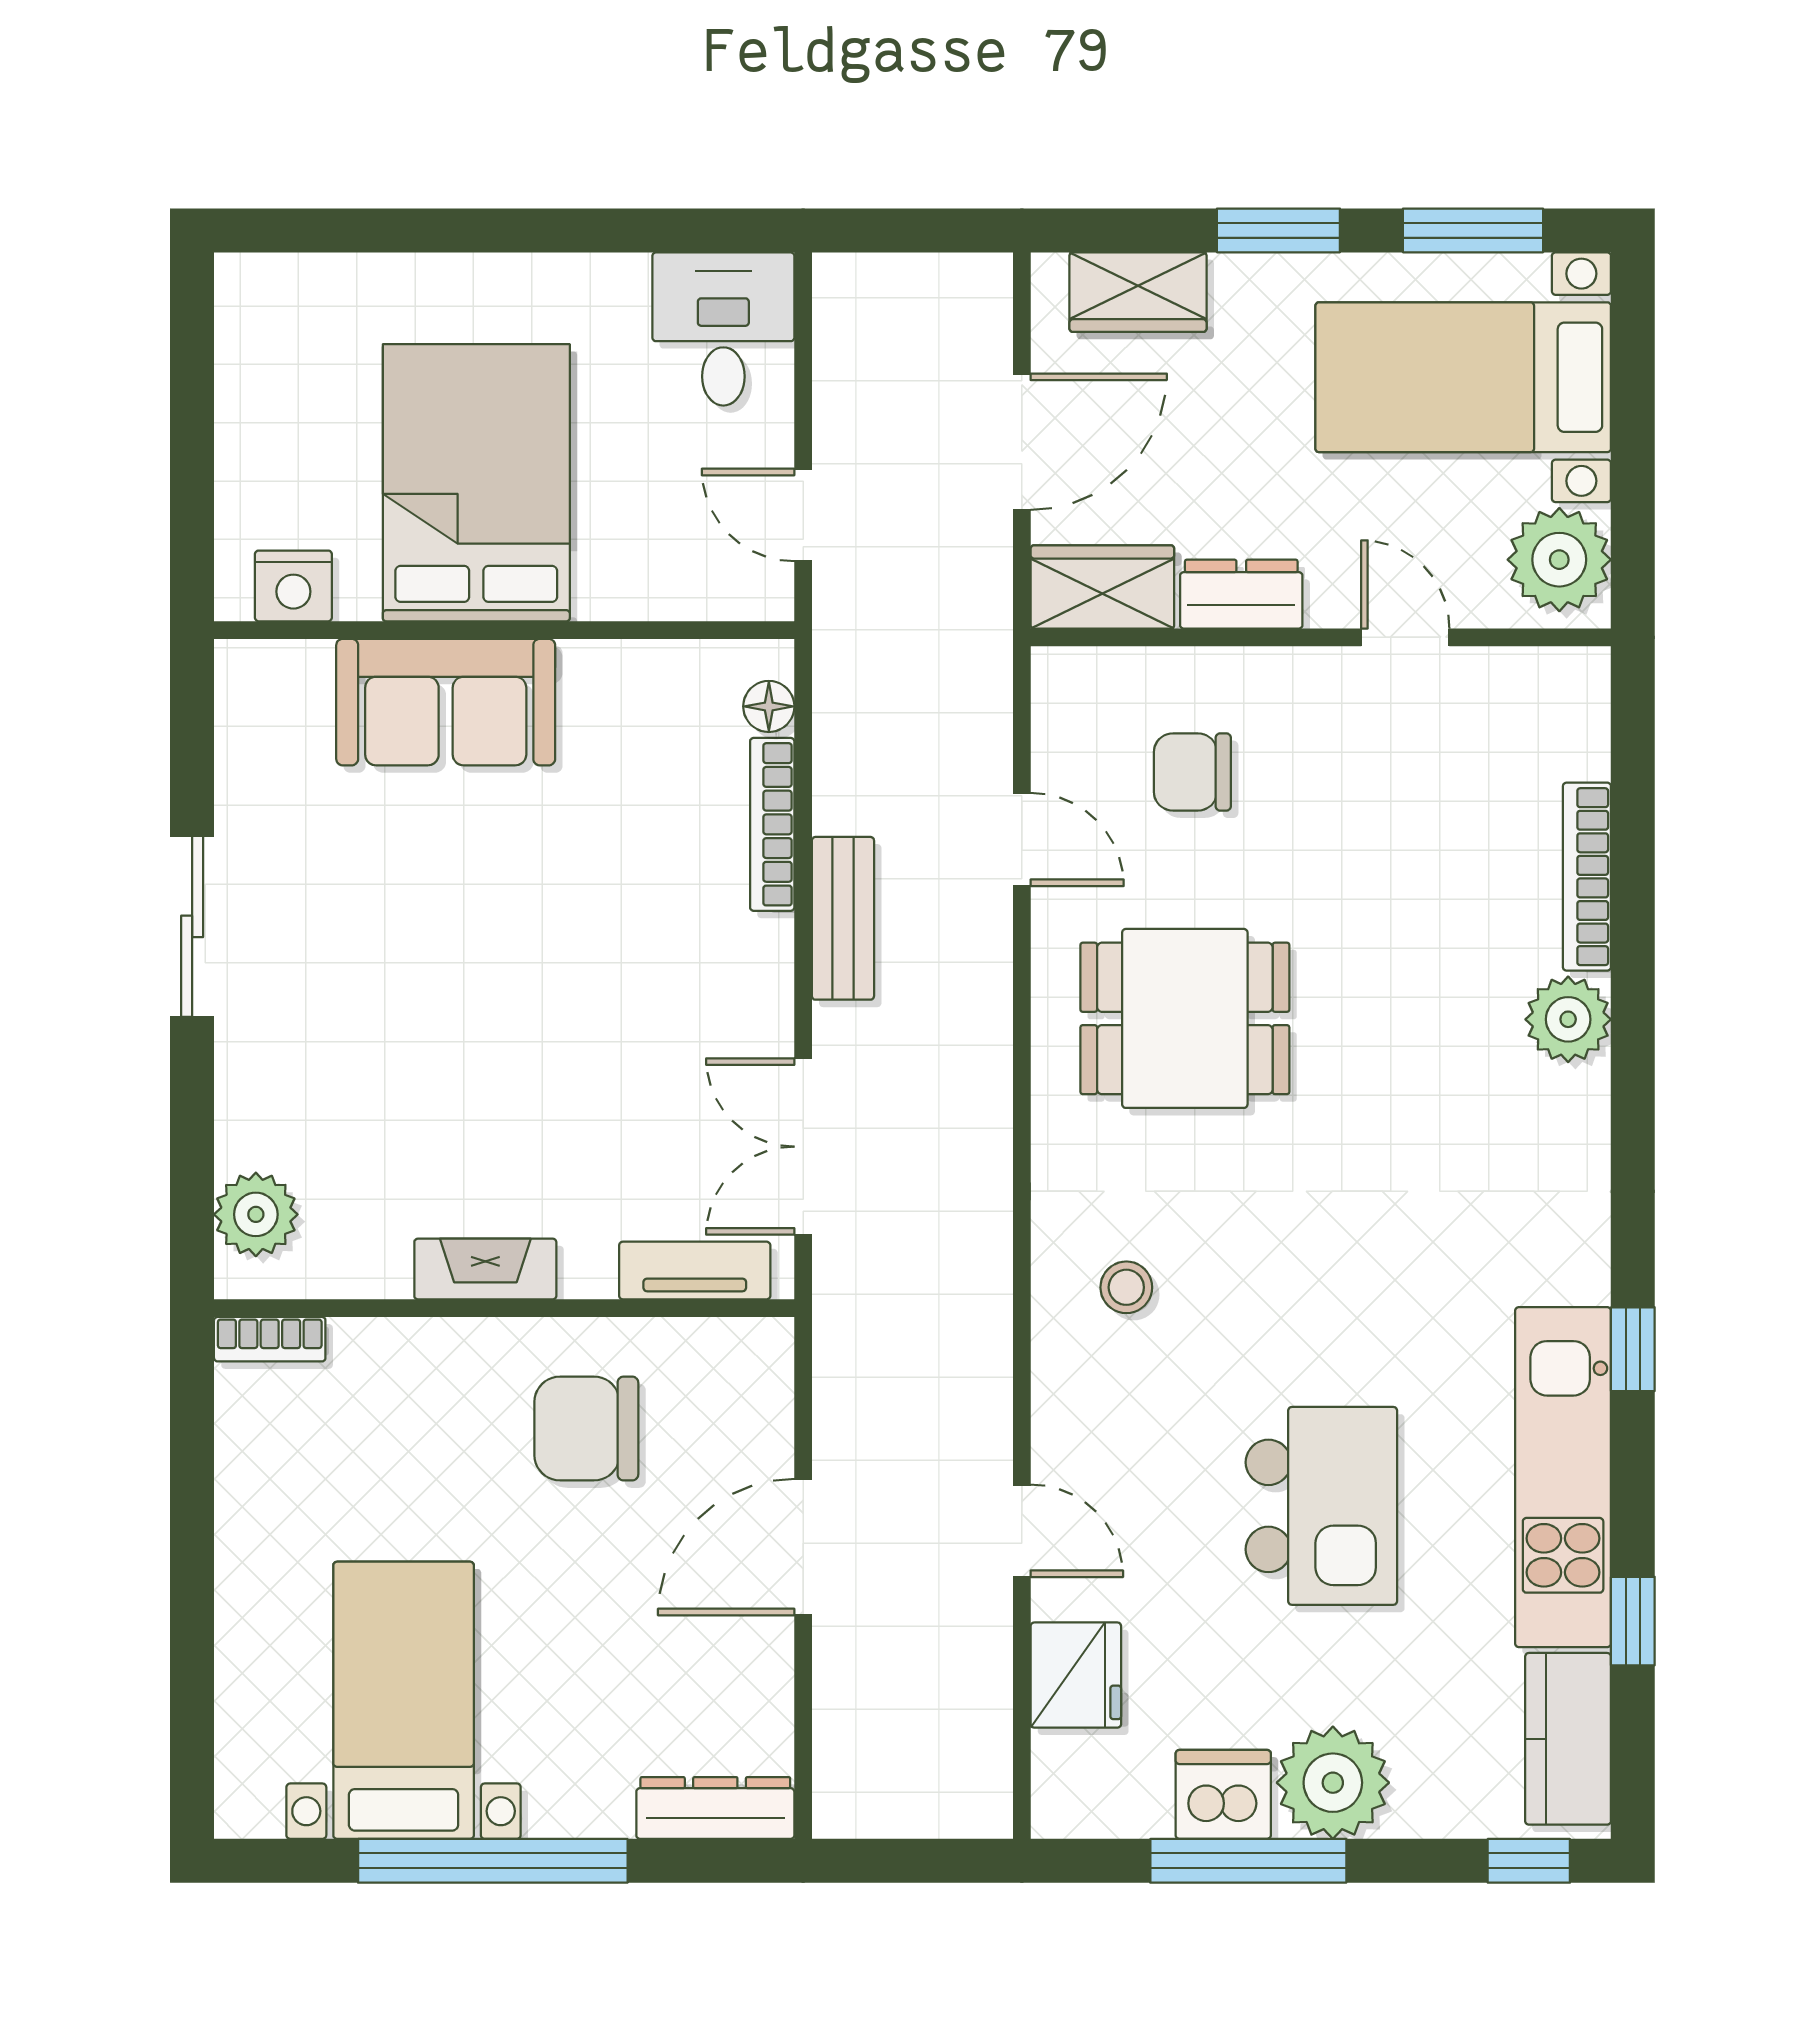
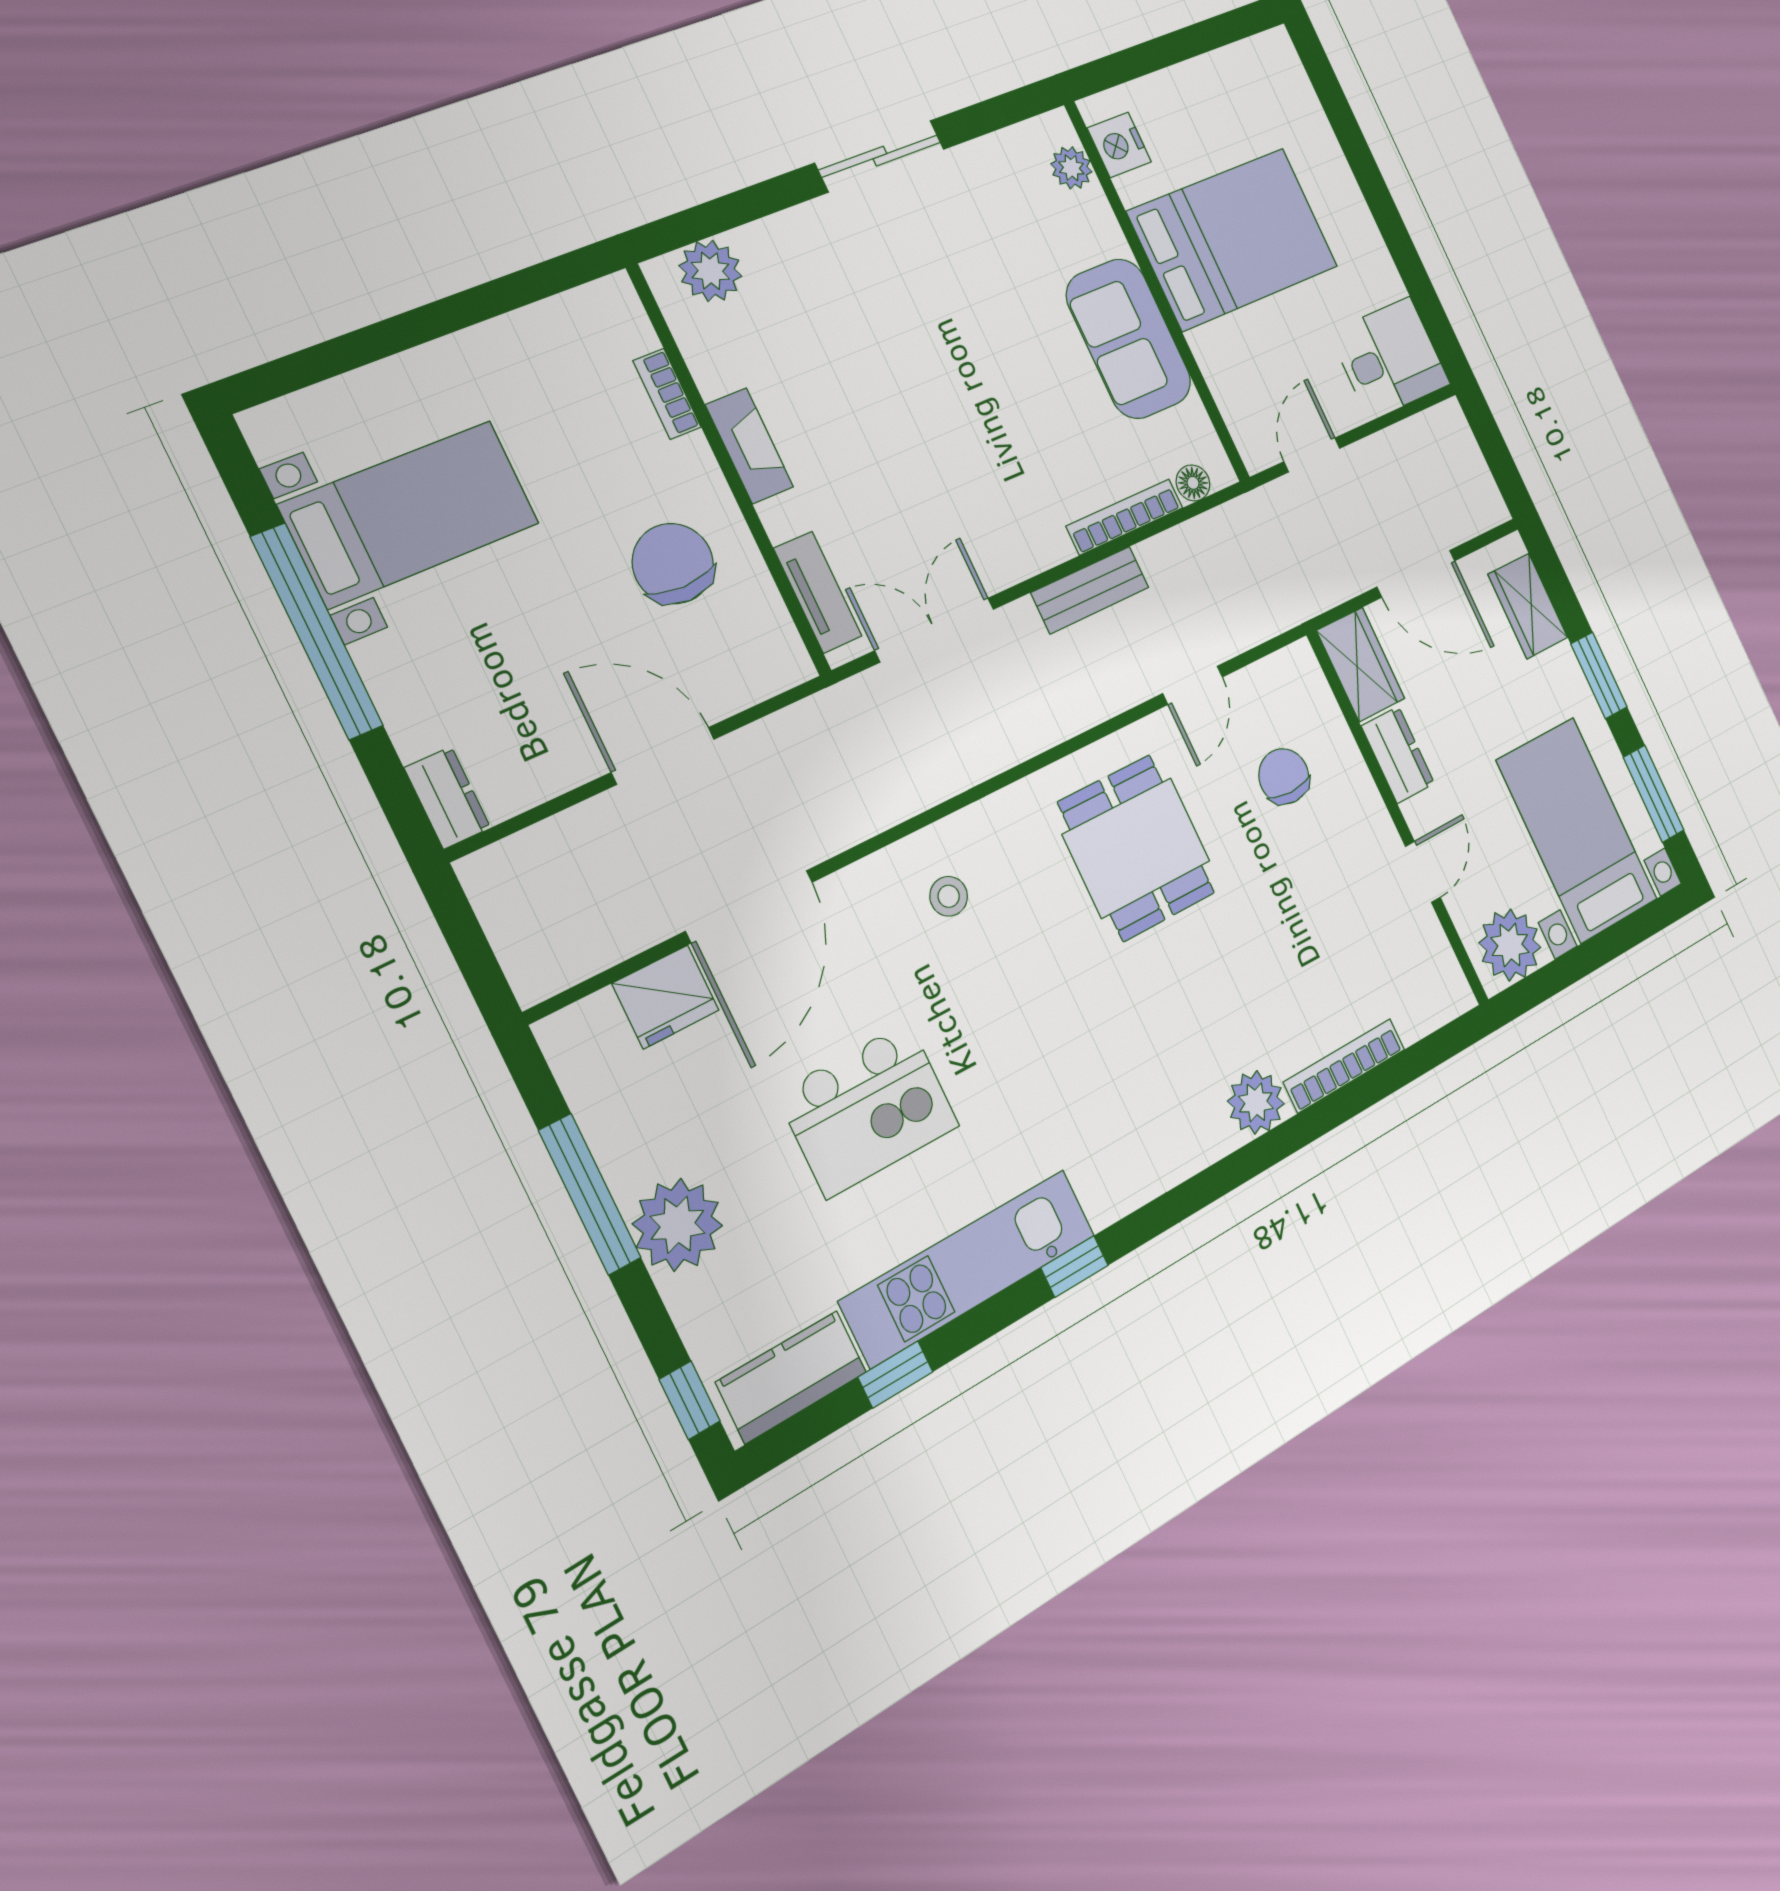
plant: (299, 670) -> (1071, 168), added
sofa: (446, 702) -> (1129, 339), moved
bookcase: (270, 1339) -> (667, 394), moved
door: (1022, 1531) -> (749, 906), width x1.88
dishwasher: (1223, 1794) -> (630, 1149), removed
dresser: (715, 1808) -> (447, 798), width x0.70

